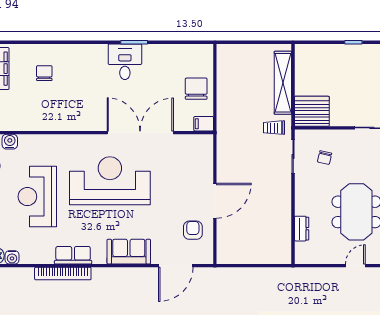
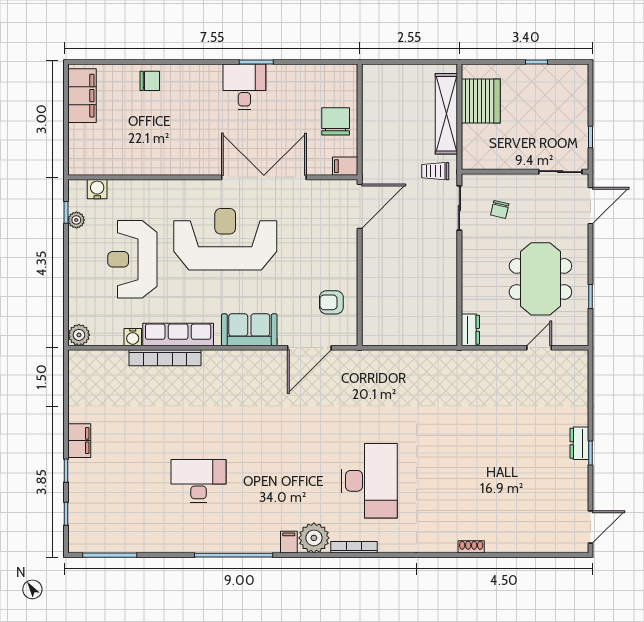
chair: (44, 73) -> (150, 81), moved, turned 90
server rack: (312, 111) -> (481, 101), moved, turned 90
door: (215, 201) -> (360, 206), moved
dresser: (302, 229) -> (470, 330), moved
armchair: (193, 230) -> (331, 302), turned -90
row of seats: (73, 255) -> (178, 334), width x1.48
water cooler: (12, 257) -> (133, 337), moved

